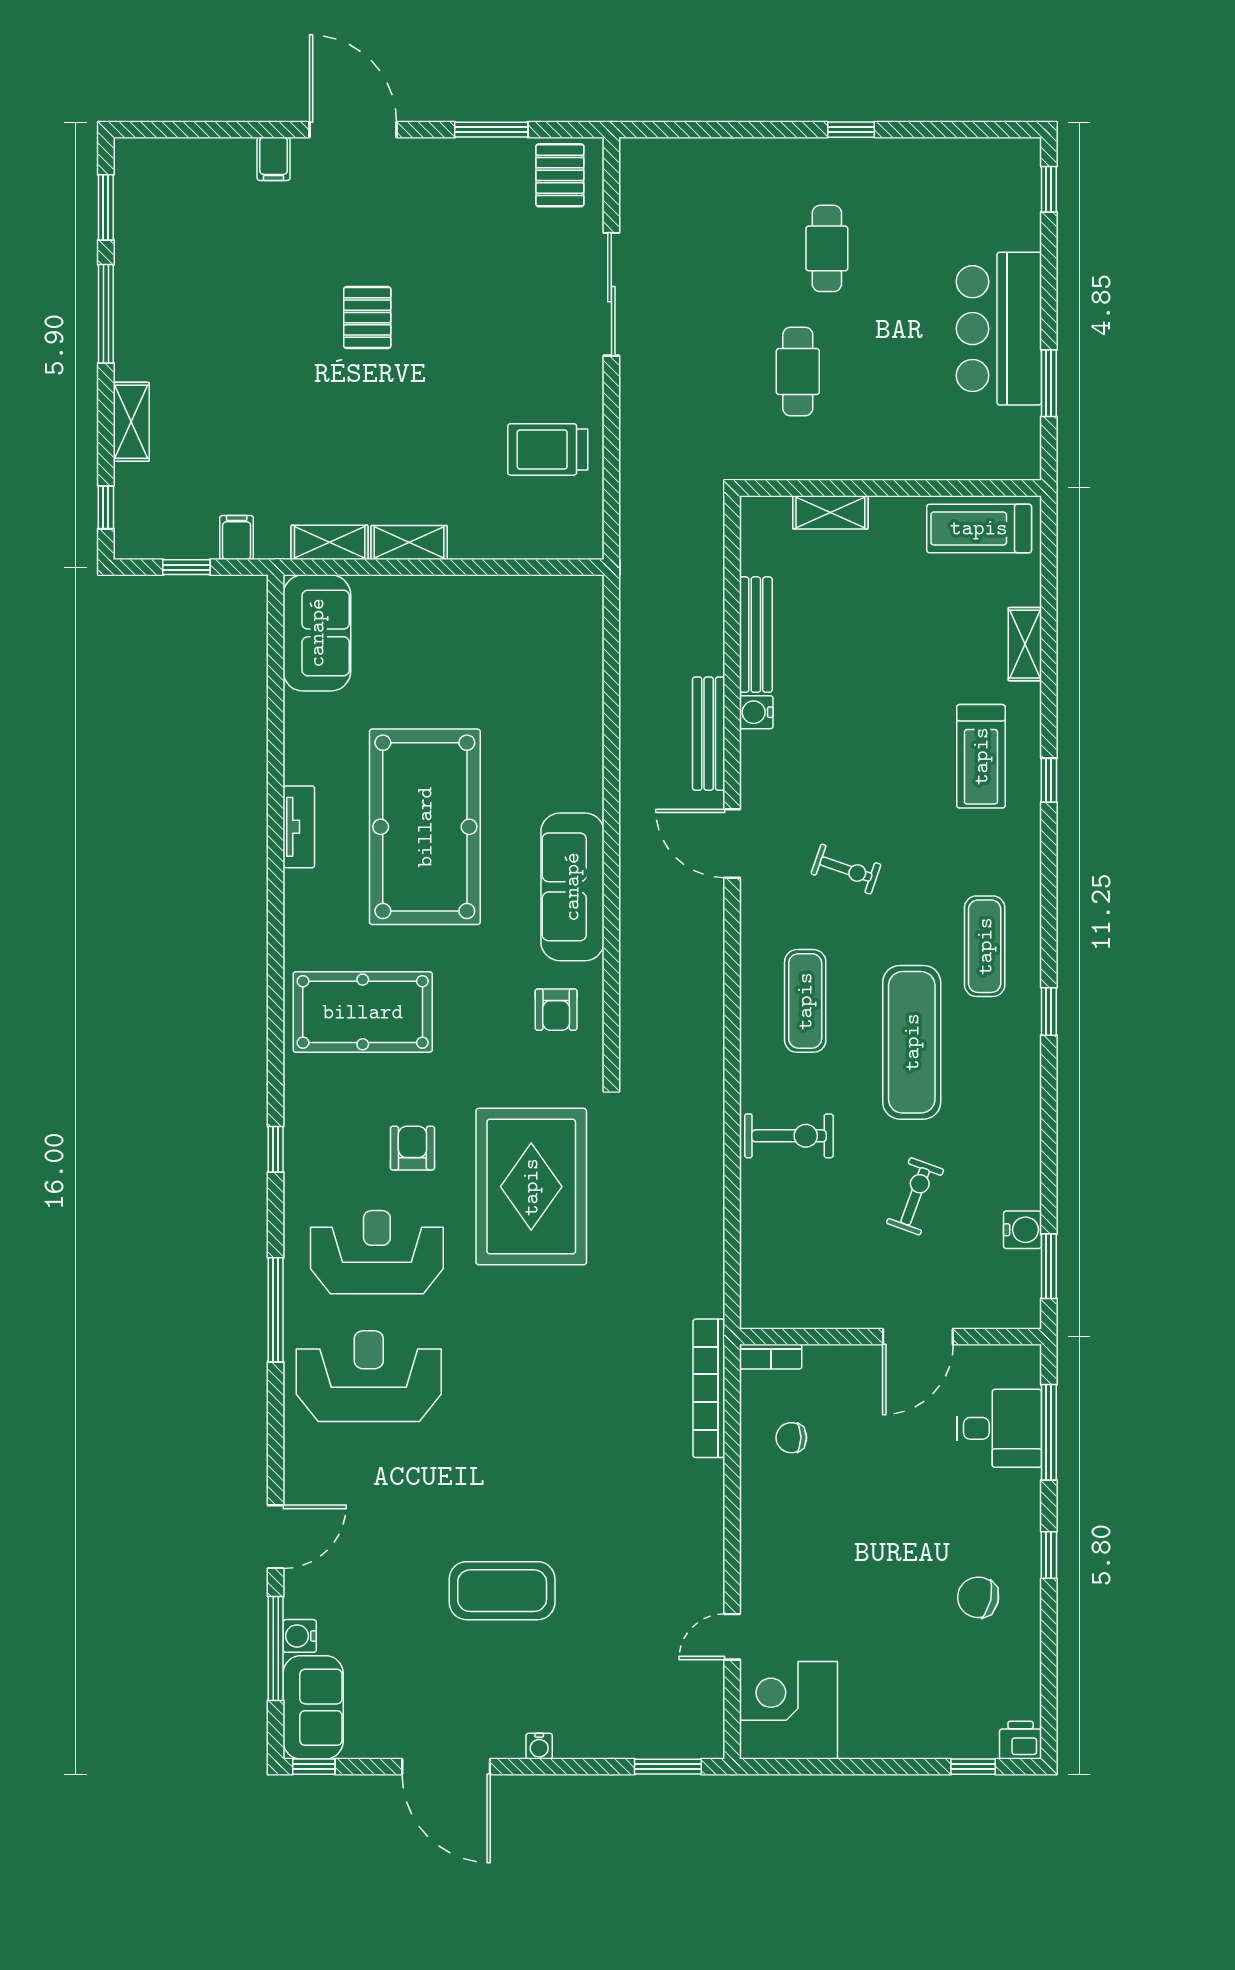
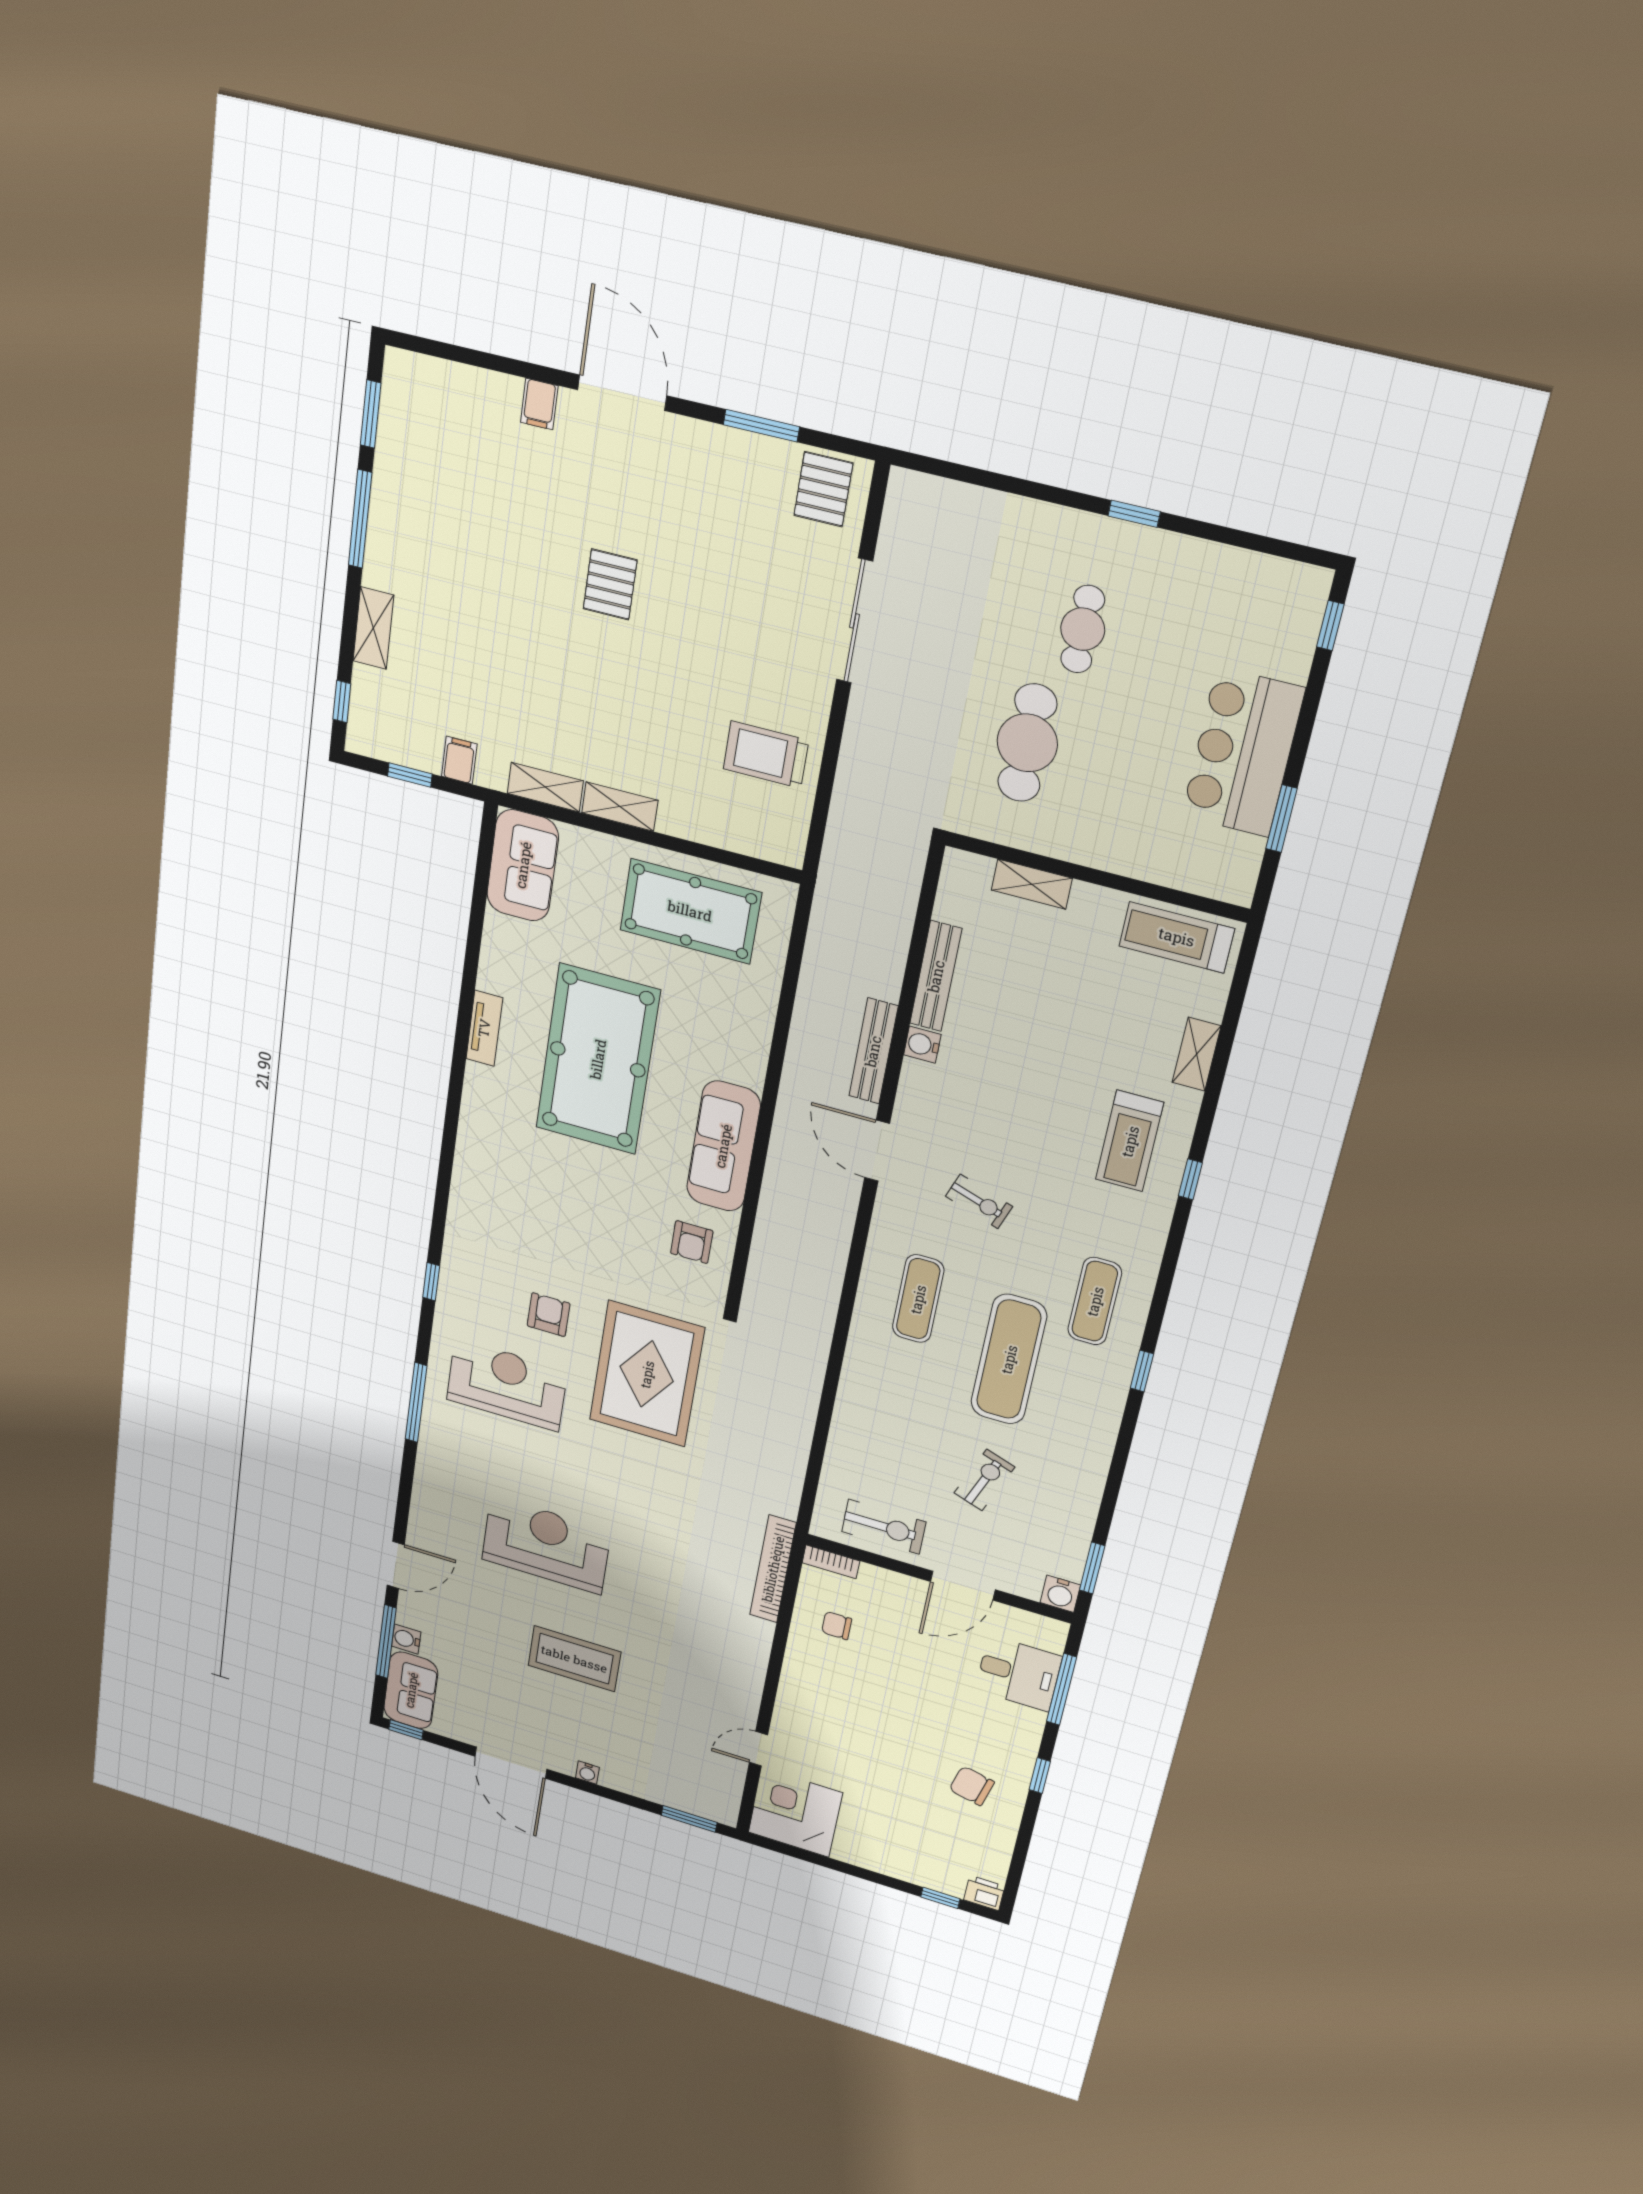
cafe table: (798, 372) -> (1027, 743), width x1.37, depth x1.35
pool table: (363, 1012) -> (690, 911), moved
exercise bike: (789, 1136) -> (884, 1527), moved
water cooler: (1023, 1230) -> (1060, 1594), moved, turned 90
reception desk: (369, 1376) -> (546, 1545), moved

